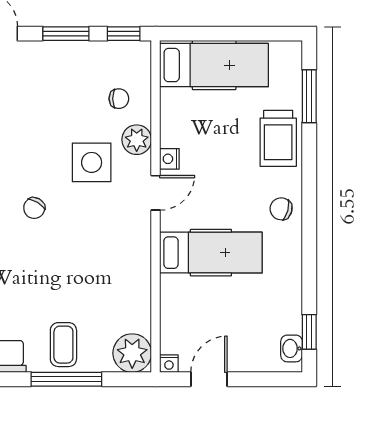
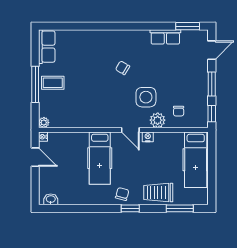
window: (309, 332) -> (130, 208), moved
plant: (132, 353) -> (44, 123), width x0.53, depth x0.53

